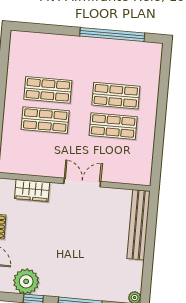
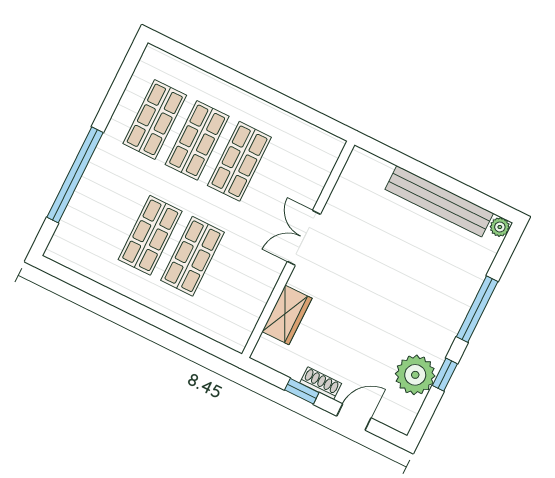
window: (112, 35) -> (75, 175), moved
shop shelf: (118, 65) -> (155, 119), added
bench: (139, 225) -> (439, 201), moved

